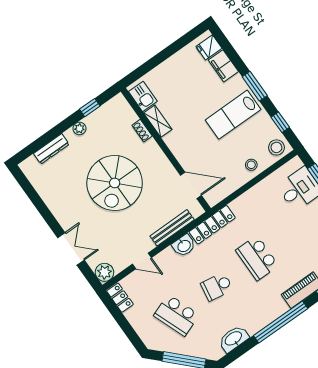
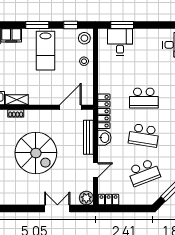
school desk: (217, 287) -> (144, 135), width x1.85

